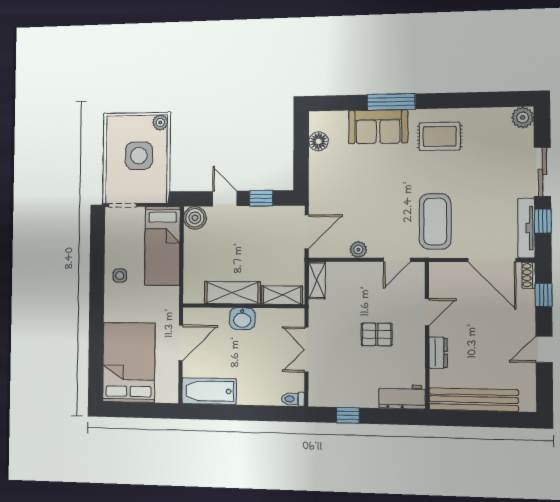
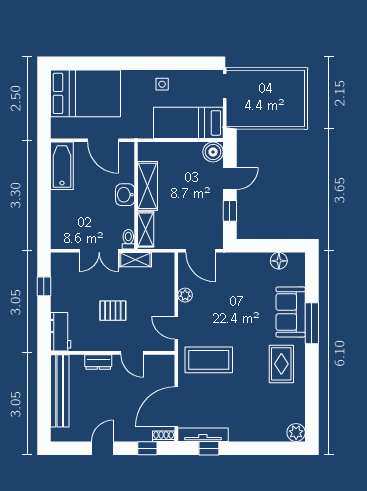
plant: (160, 122) -> (298, 120), removed
side table: (139, 156) -> (269, 101), removed
sliding door: (542, 172) -> (250, 448), removed
shelving: (317, 280) -> (135, 260), moved
pallet: (377, 334) -> (113, 311), turned 90
door: (544, 349) -> (102, 448), hinge flipped
double door: (306, 350) -> (99, 251), swing flipped
toilet: (293, 399) -> (128, 239), moved

